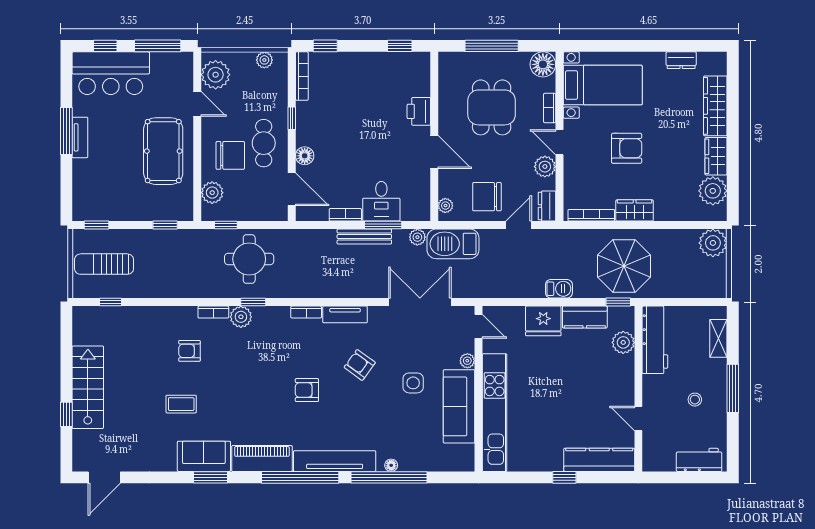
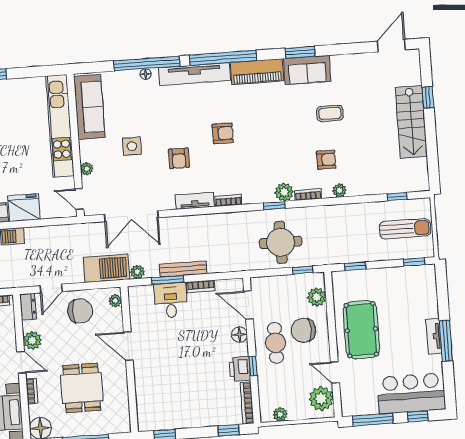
printer: (419, 111) -> (240, 369), moved, turned 180
plant: (177, 314) -> (339, 191), added
armchair: (360, 365) -> (179, 158), turned 54
sofa: (459, 406) -> (89, 107), moved

